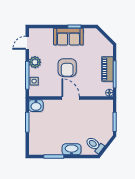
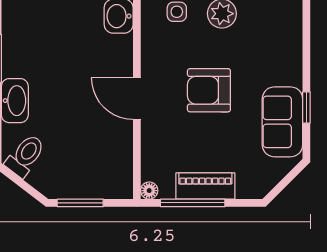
sofa: (68, 37) -> (282, 122), moved
door: (71, 98) -> (137, 99), swing flipped

